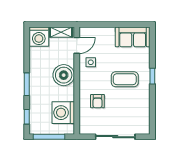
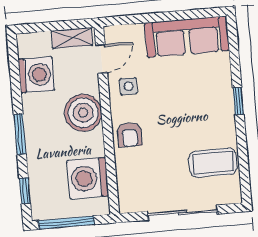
washing machine: (39, 37) -> (36, 75), moved, turned -90
sofa: (133, 37) -> (187, 37), width x1.36
coffee table: (125, 79) -> (213, 163), moved
armchair: (97, 101) -> (130, 135), moved

